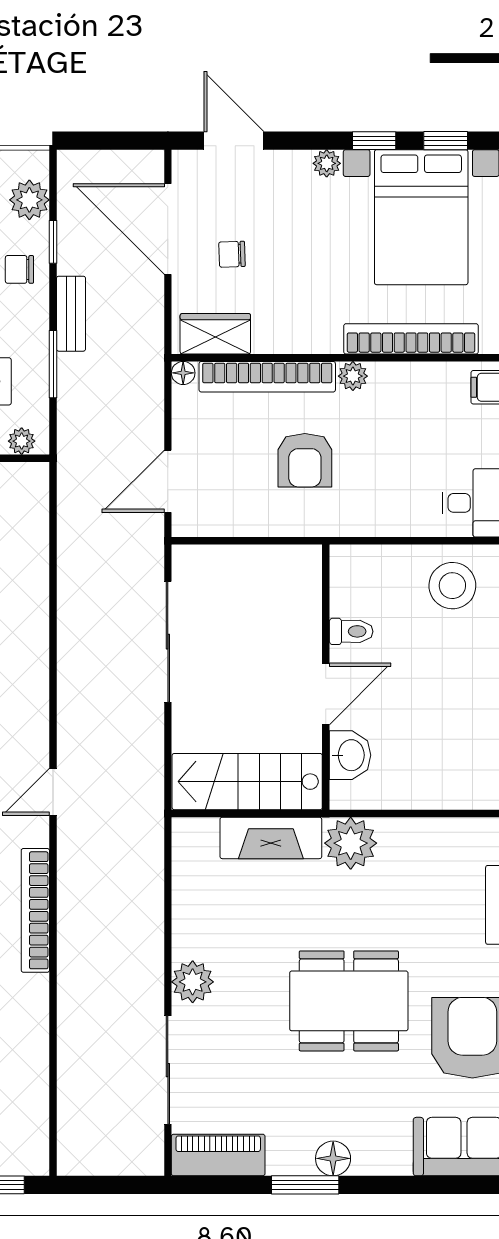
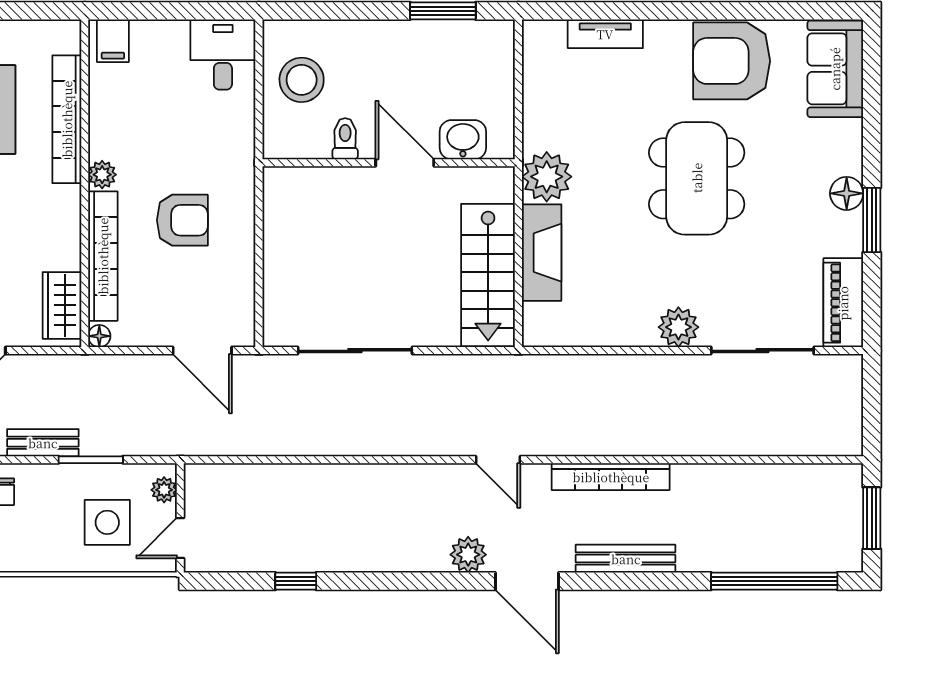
toilet: (351, 631) -> (345, 139), moved
wall: (326, 677) -> (389, 163), moved
door: (326, 694) -> (405, 163), moved
washbasin: (350, 755) -> (463, 140), moved

